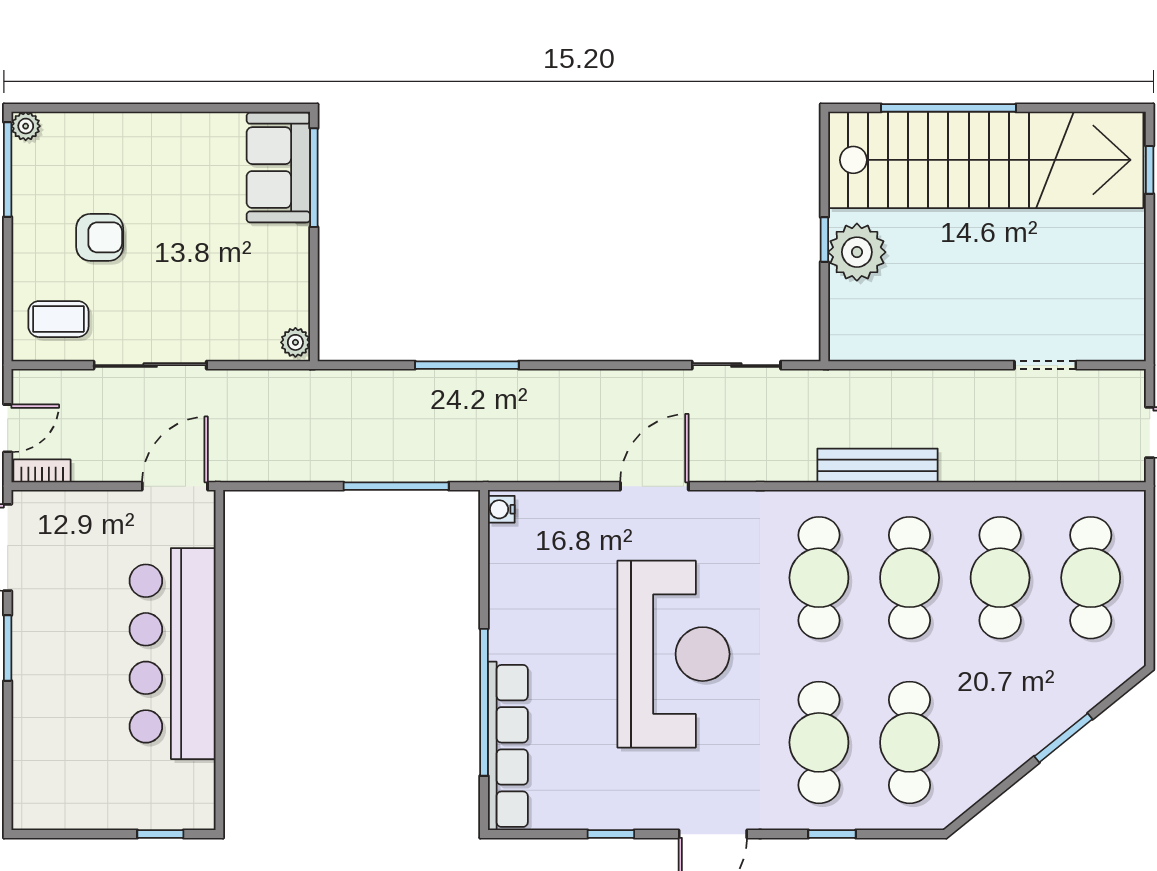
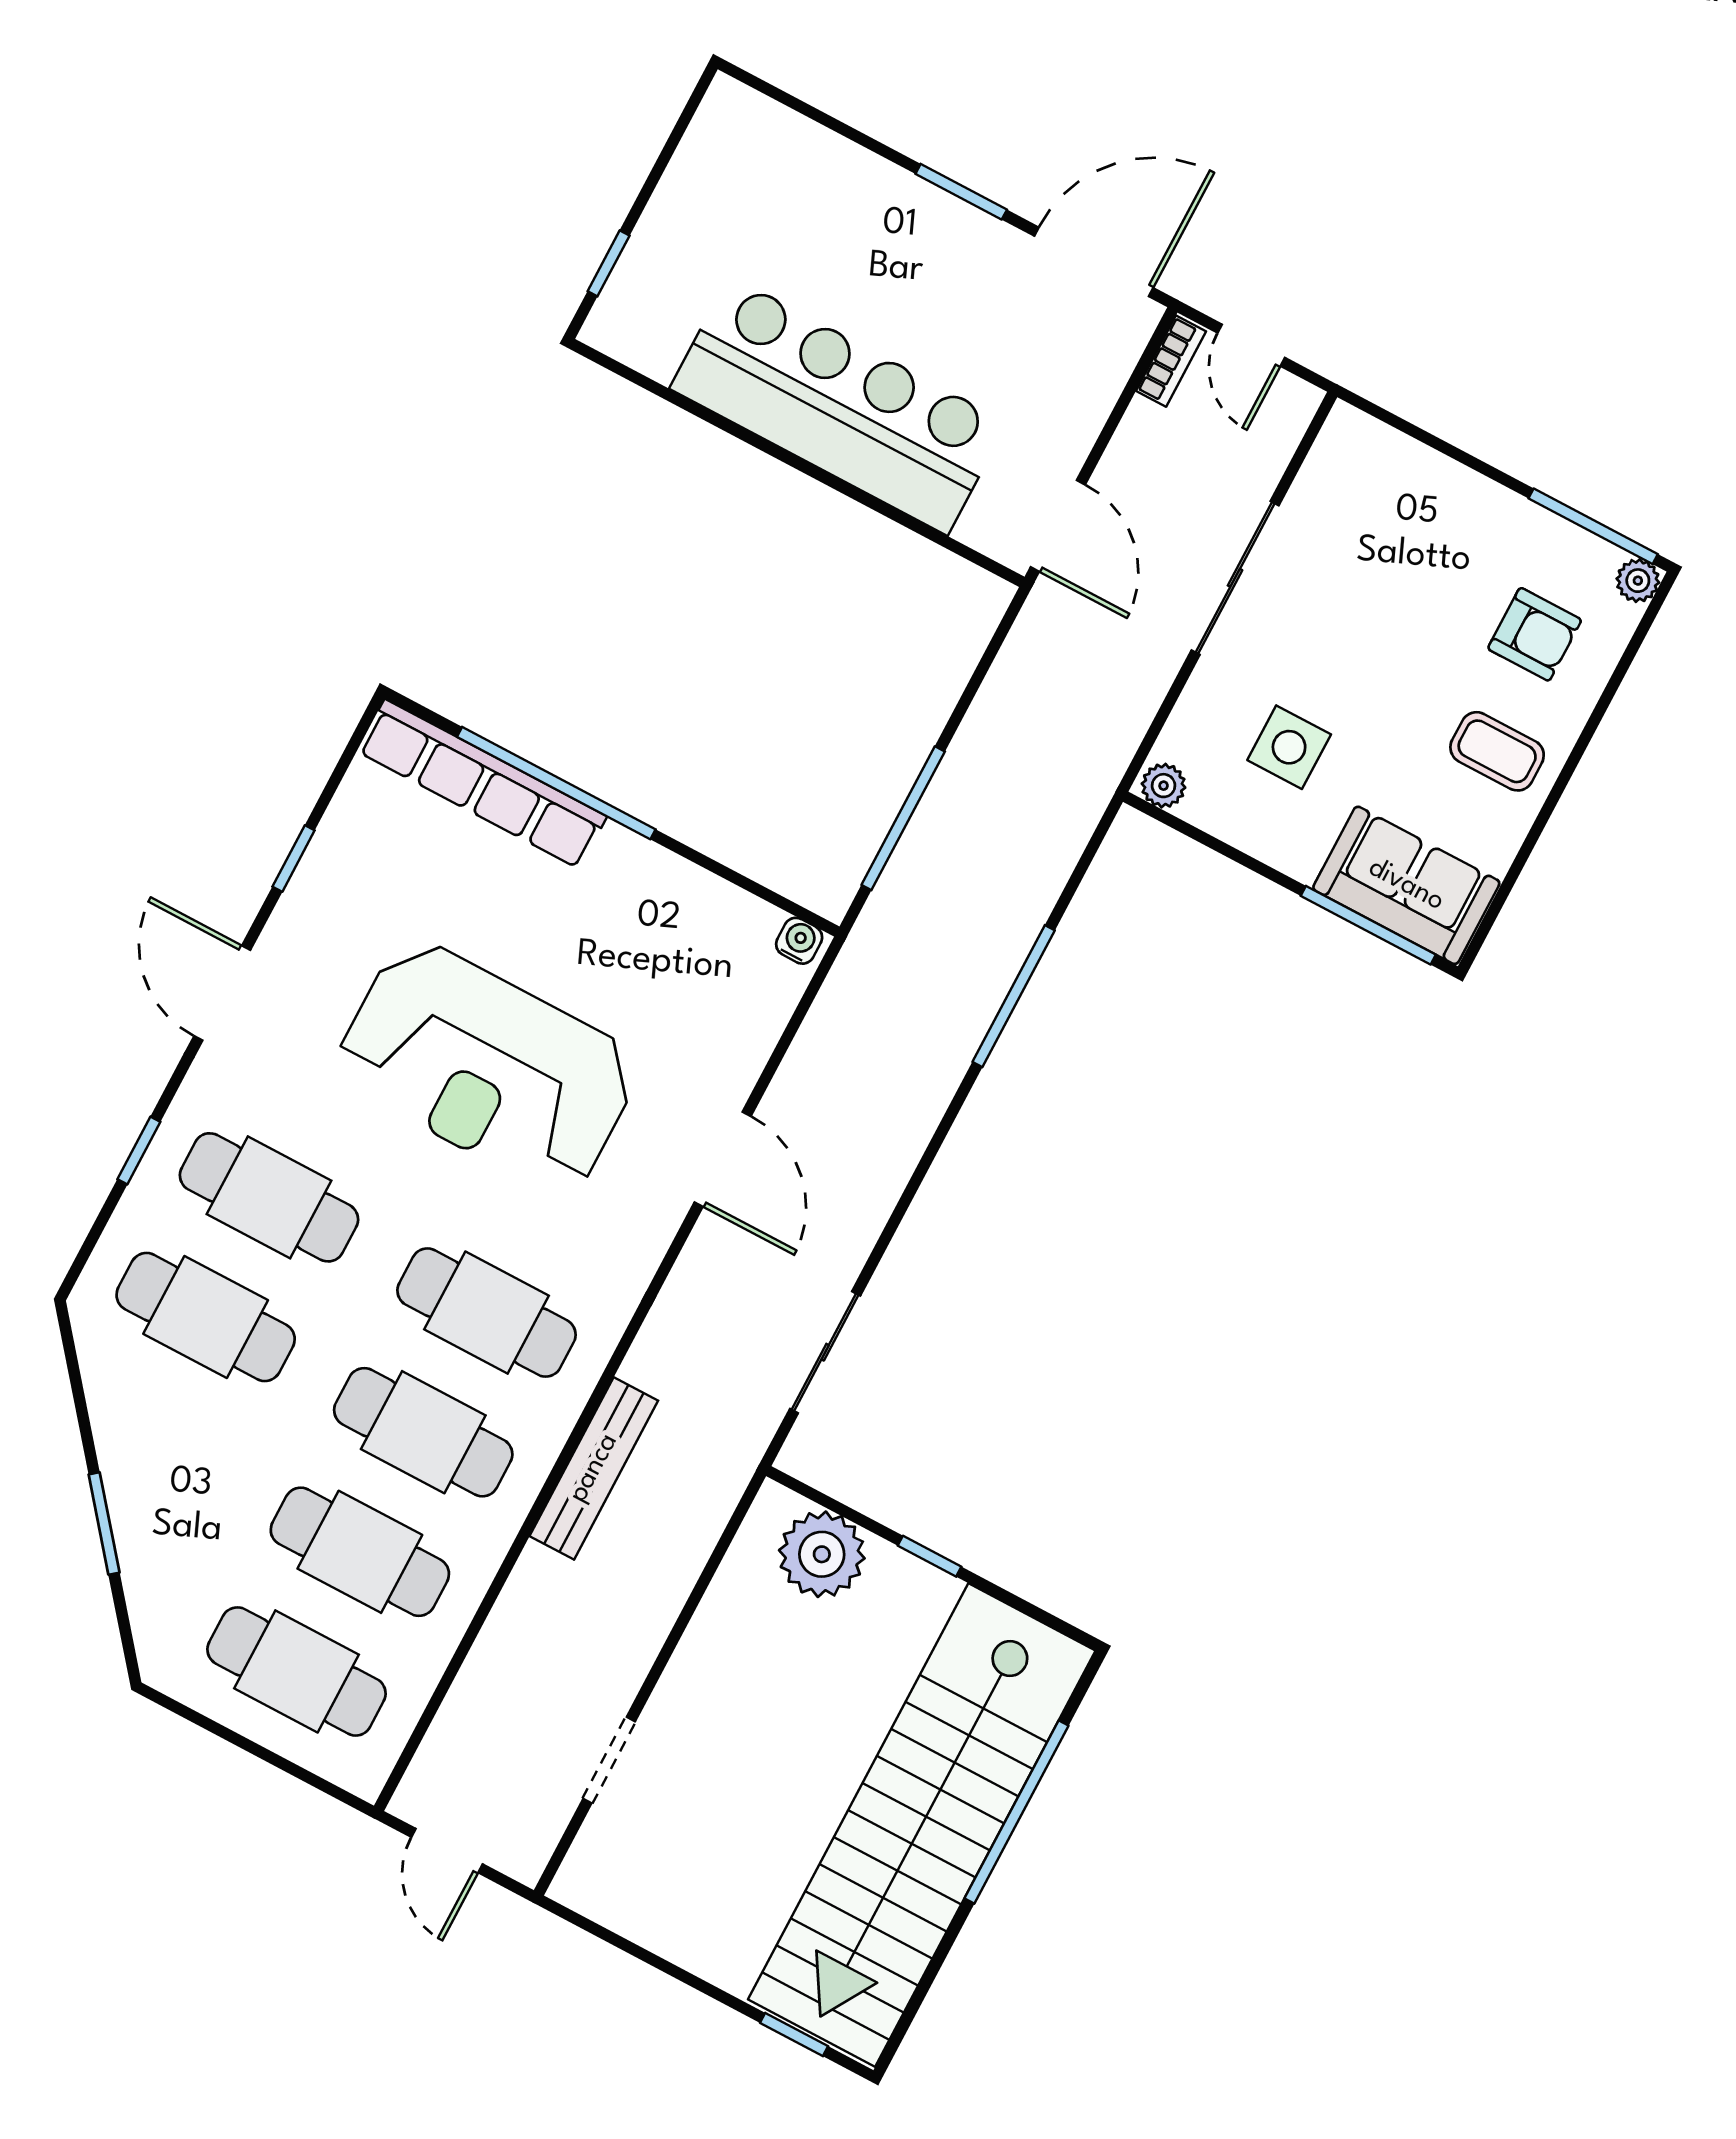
armchair: (100, 237) -> (1535, 634), moved, turned -90
plant: (857, 252) -> (822, 1554), moved
side table: (233, 280) -> (1289, 747), added
coffee table: (58, 319) -> (1497, 751), moved, turned 90

